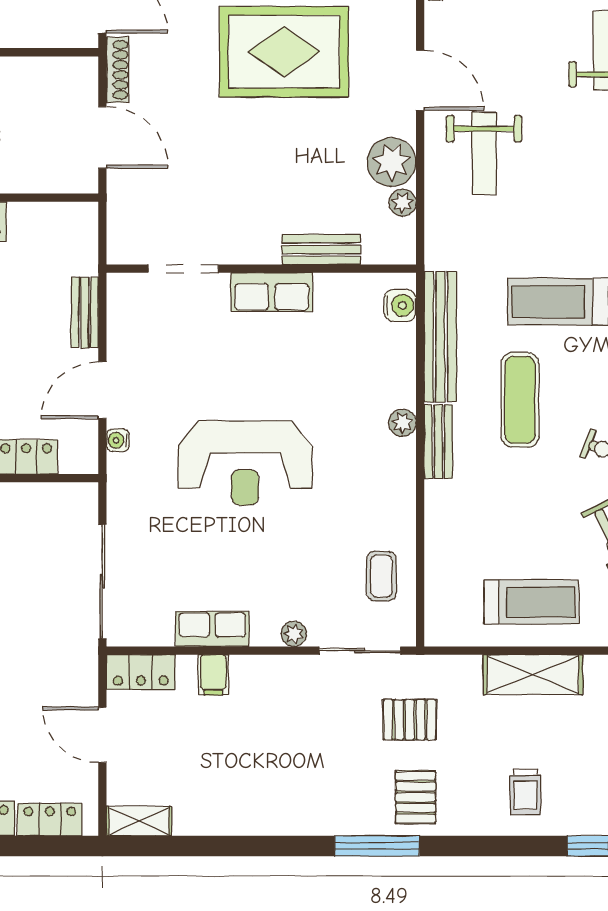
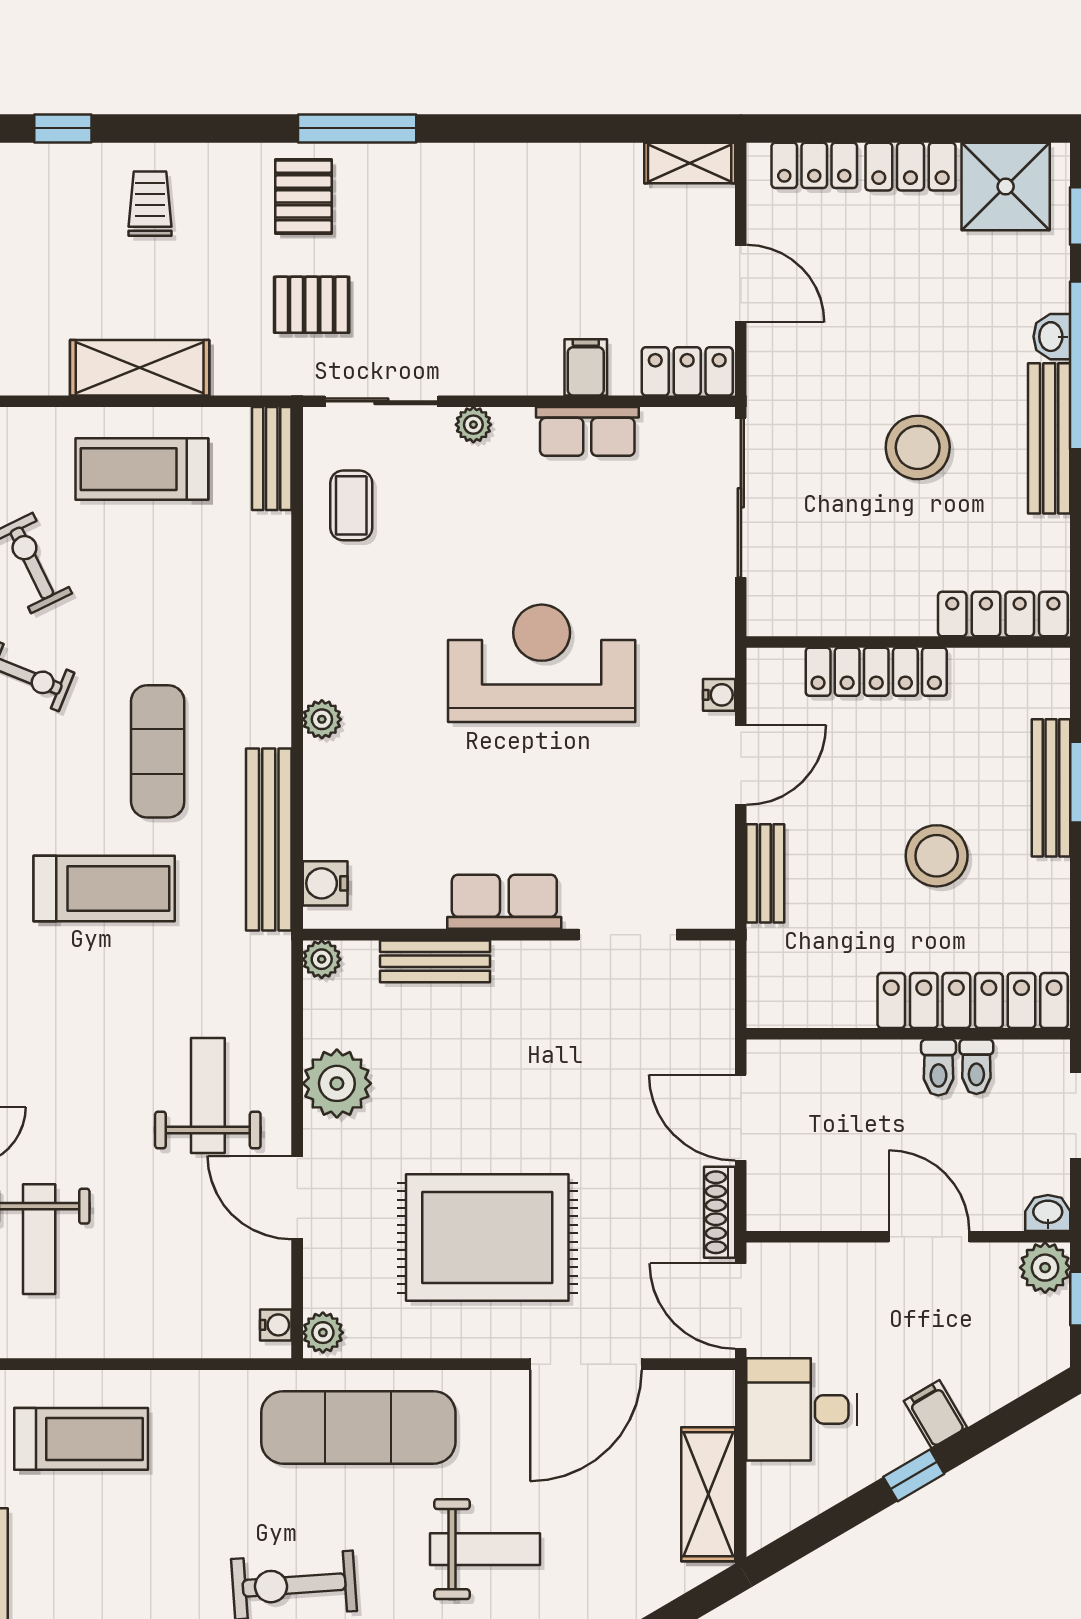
plant: (403, 203) -> (322, 959), moved
bench: (438, 442) -> (272, 458), moved

